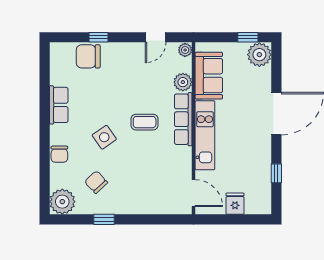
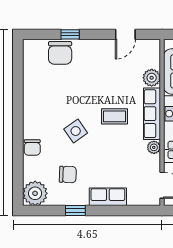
plant: (185, 50) -> (154, 147), moved
chair: (88, 56) -> (60, 53), turned -90
row of seats: (59, 105) -> (108, 197), moved, turned -90
chair: (96, 182) -> (68, 174), turned 135

